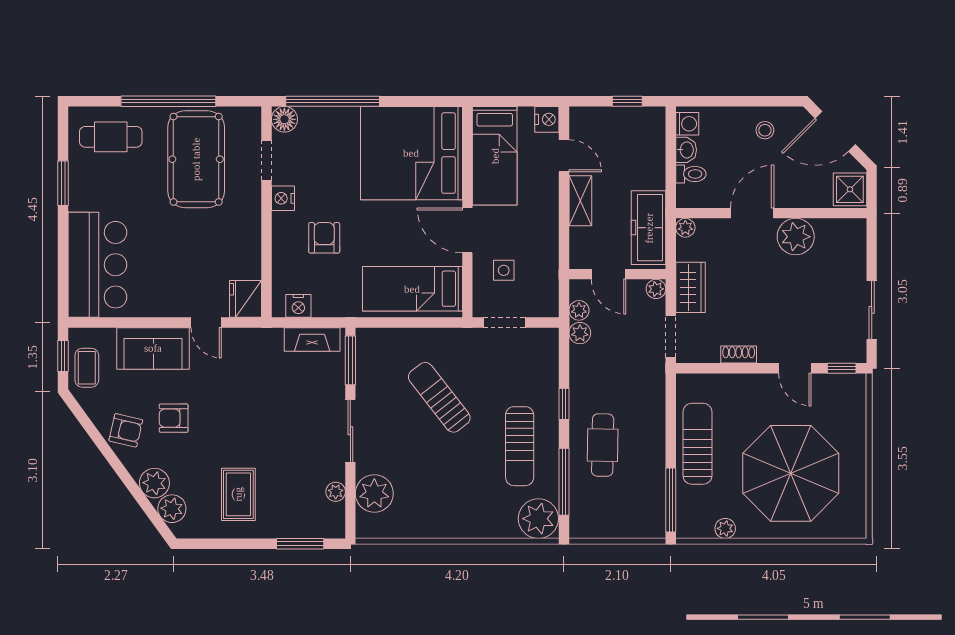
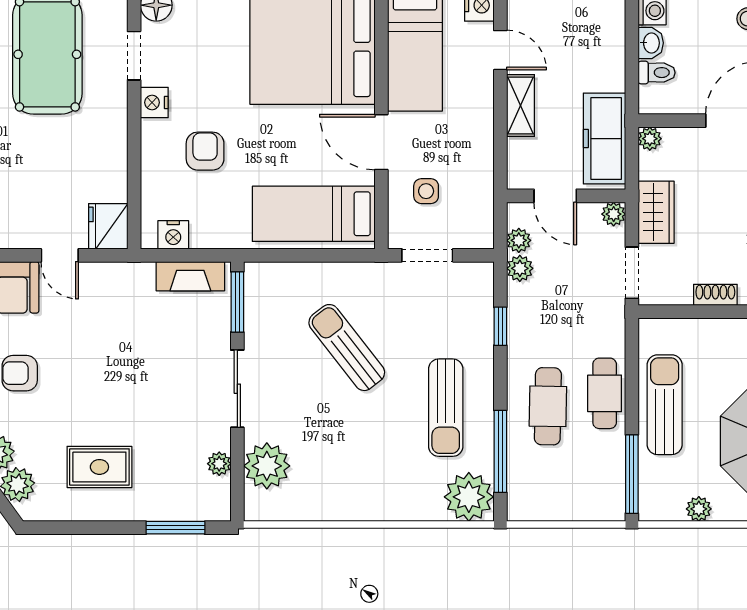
window: (564, 404) -> (500, 326), moved
cafe table: (649, 435) -> (605, 393), added
rug: (238, 494) -> (99, 467), turned 90

